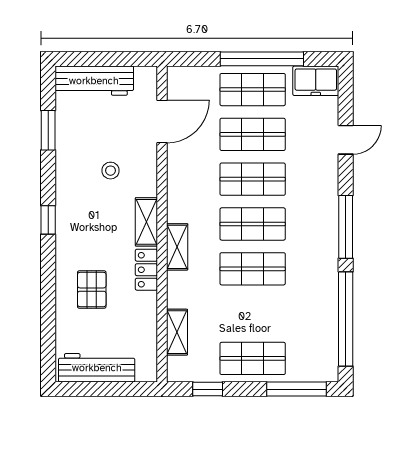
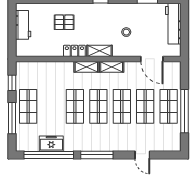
freezer: (316, 81) -> (51, 144), moved, turned 90
shelving: (177, 332) -> (112, 67), moved
workbench: (97, 368) -> (23, 25), width x0.73
window: (297, 389) -> (12, 118), moved

